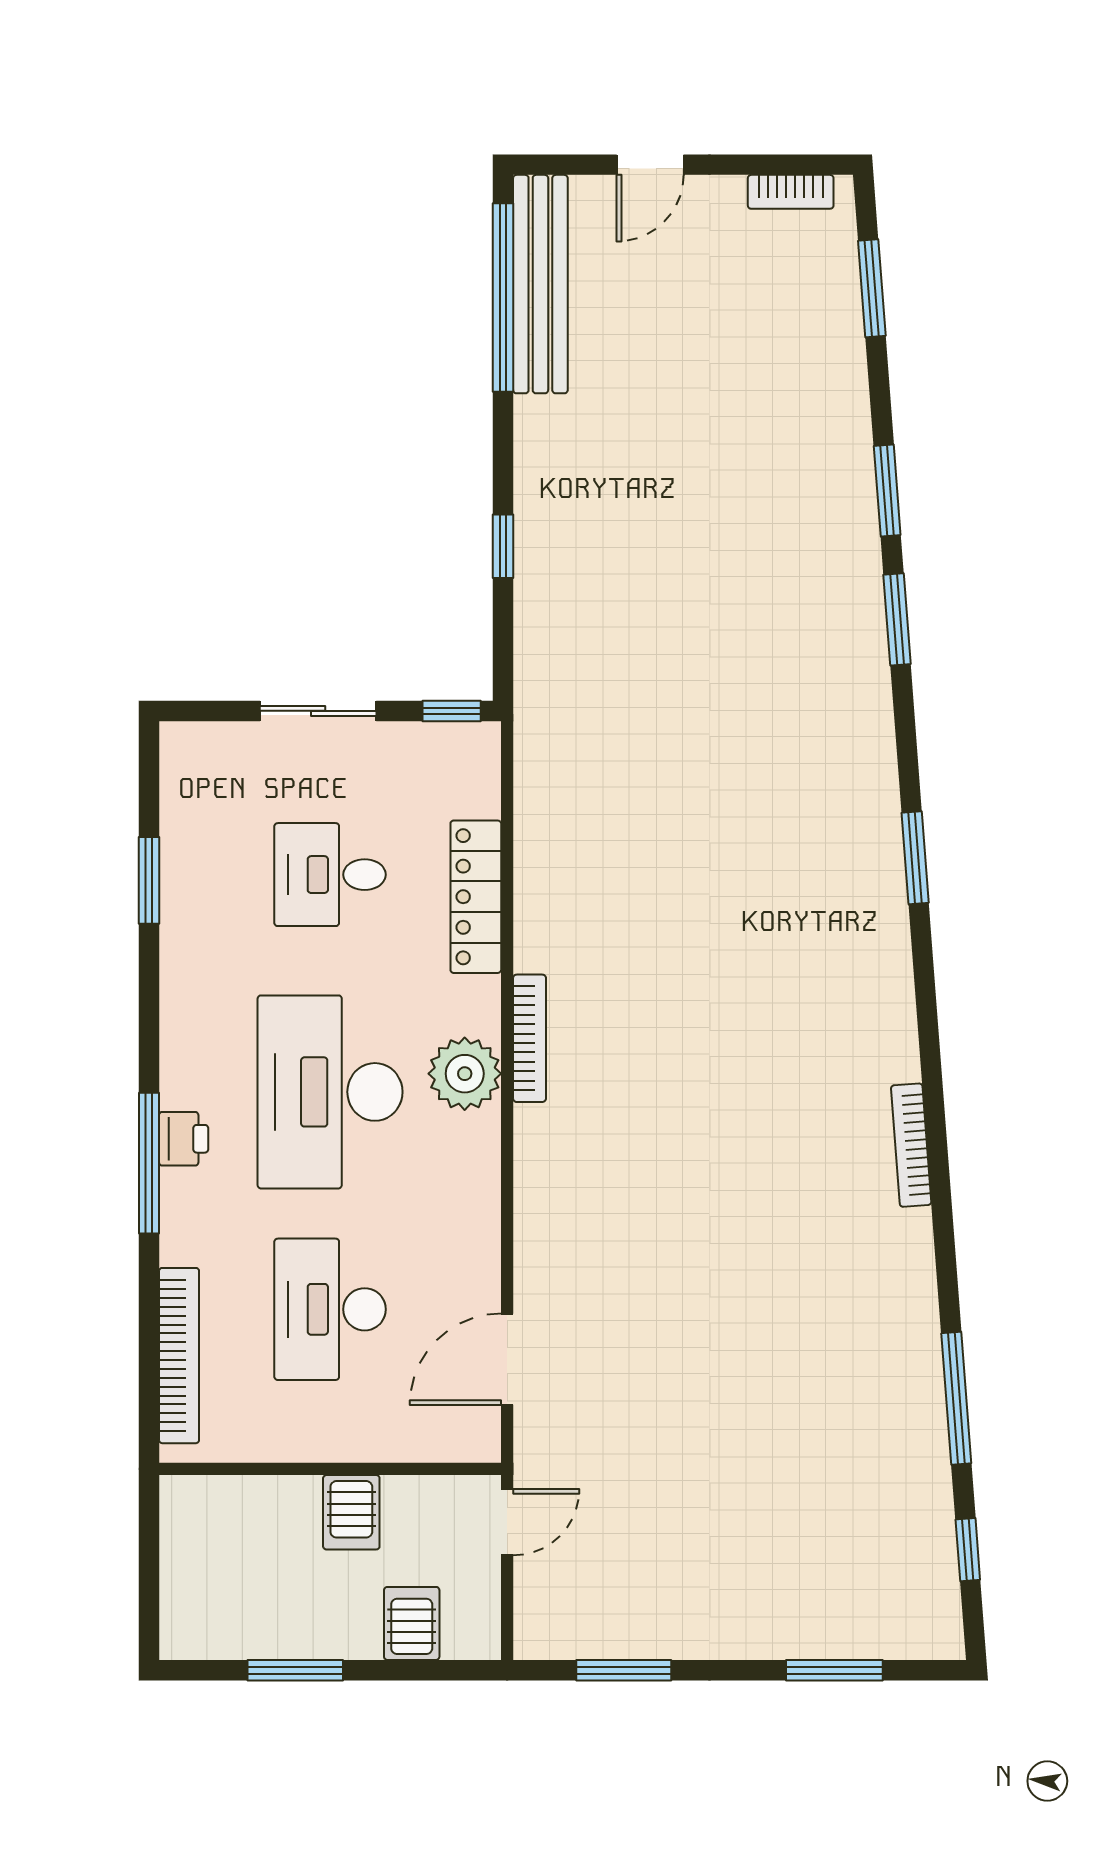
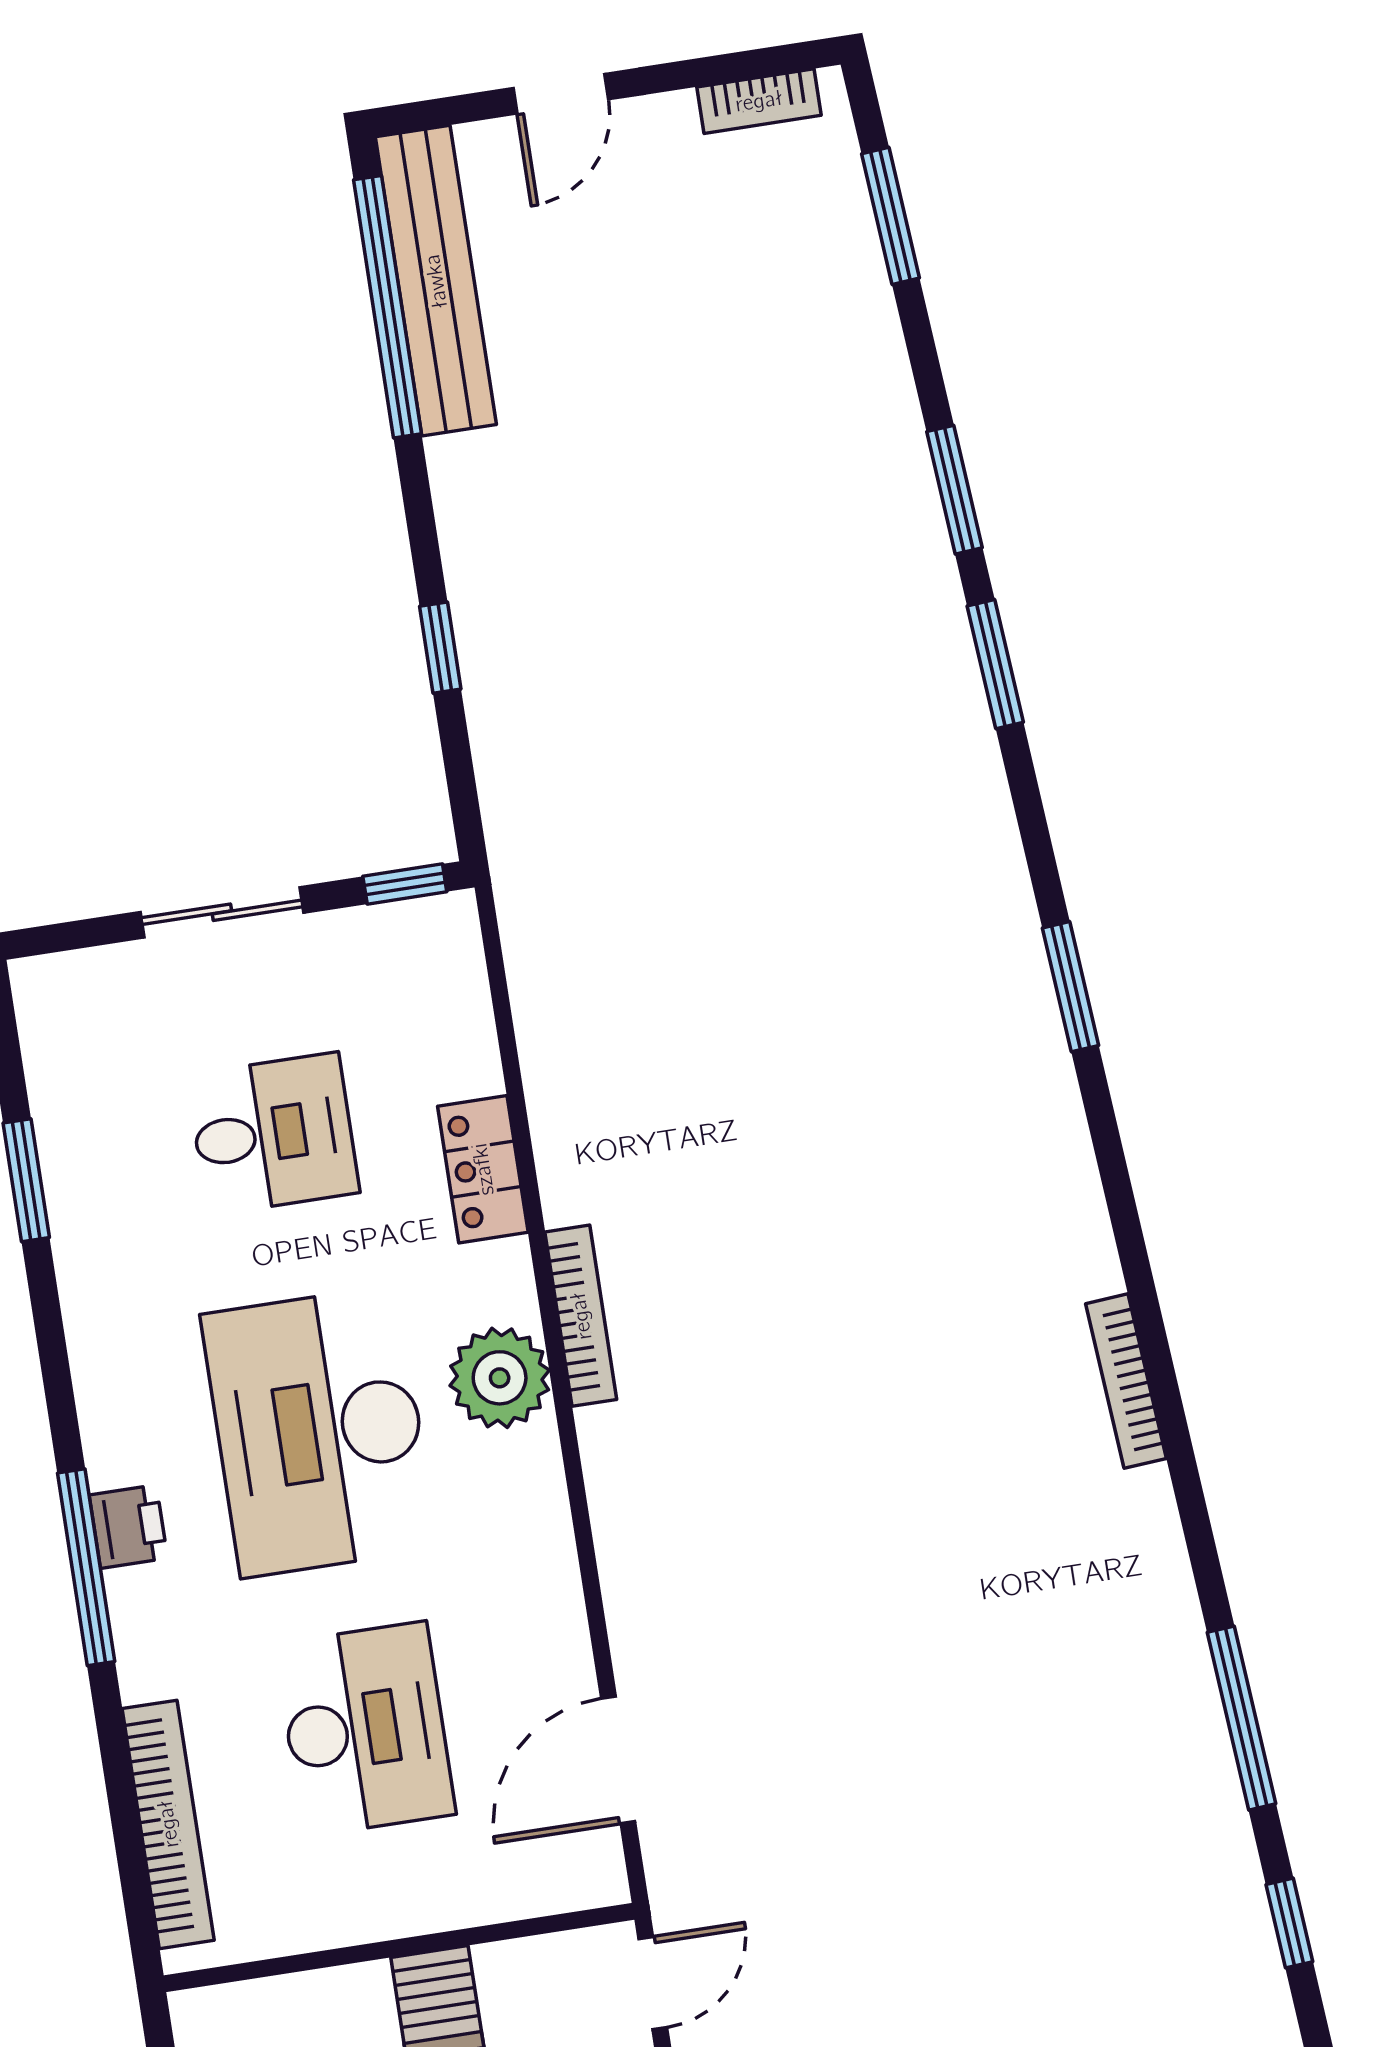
desk: (330, 875) -> (273, 1134), turned 180
locker: (476, 897) -> (483, 1169), width x0.66
desk: (330, 1309) -> (365, 1729), turned 180

